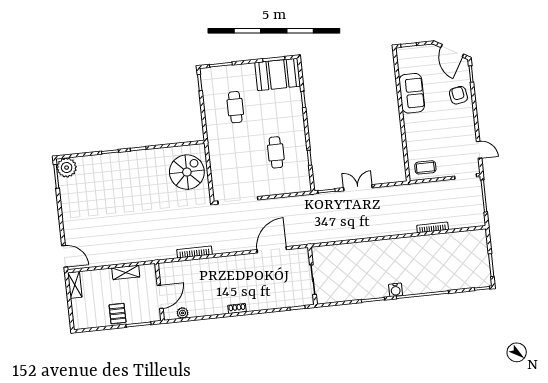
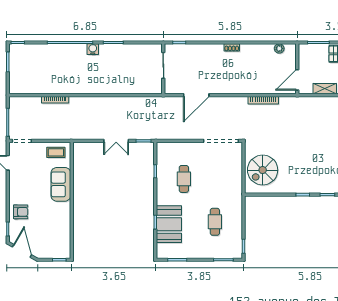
booth: (277, 74) -> (169, 224), moved, turned 90
sofa: (412, 93) -> (61, 184), moved
armchair: (458, 95) -> (21, 212), turned -80
door: (160, 297) -> (297, 80), moved

